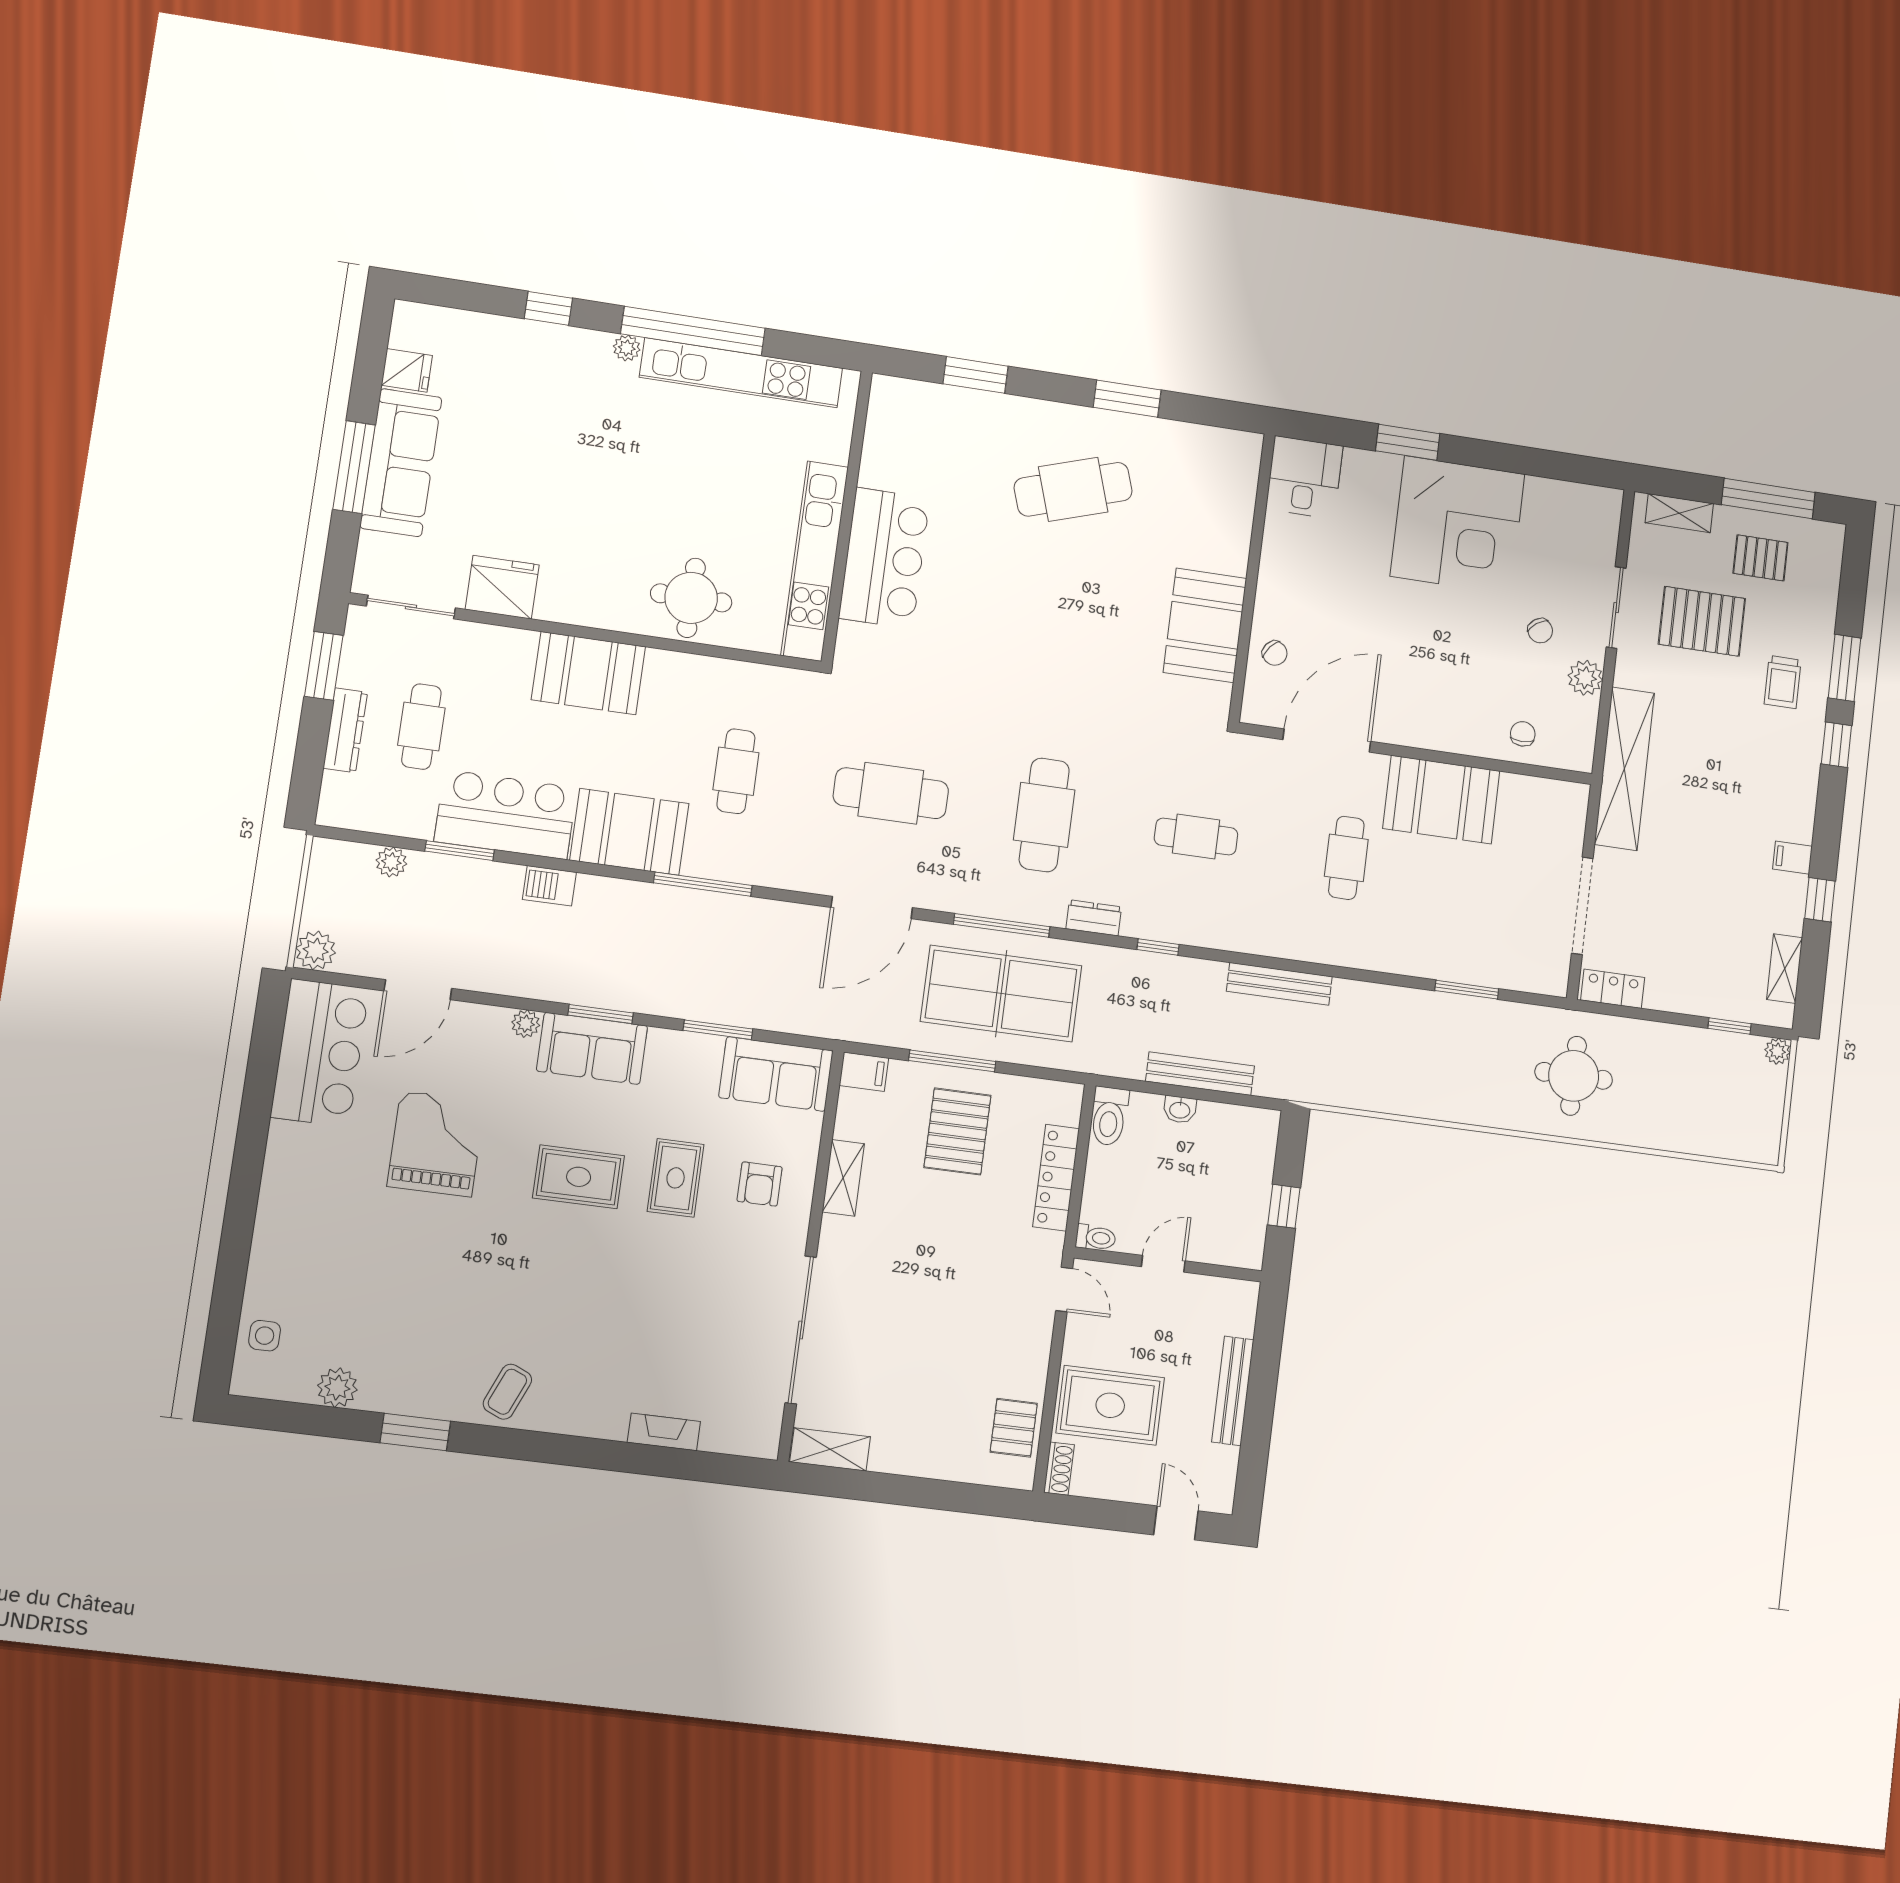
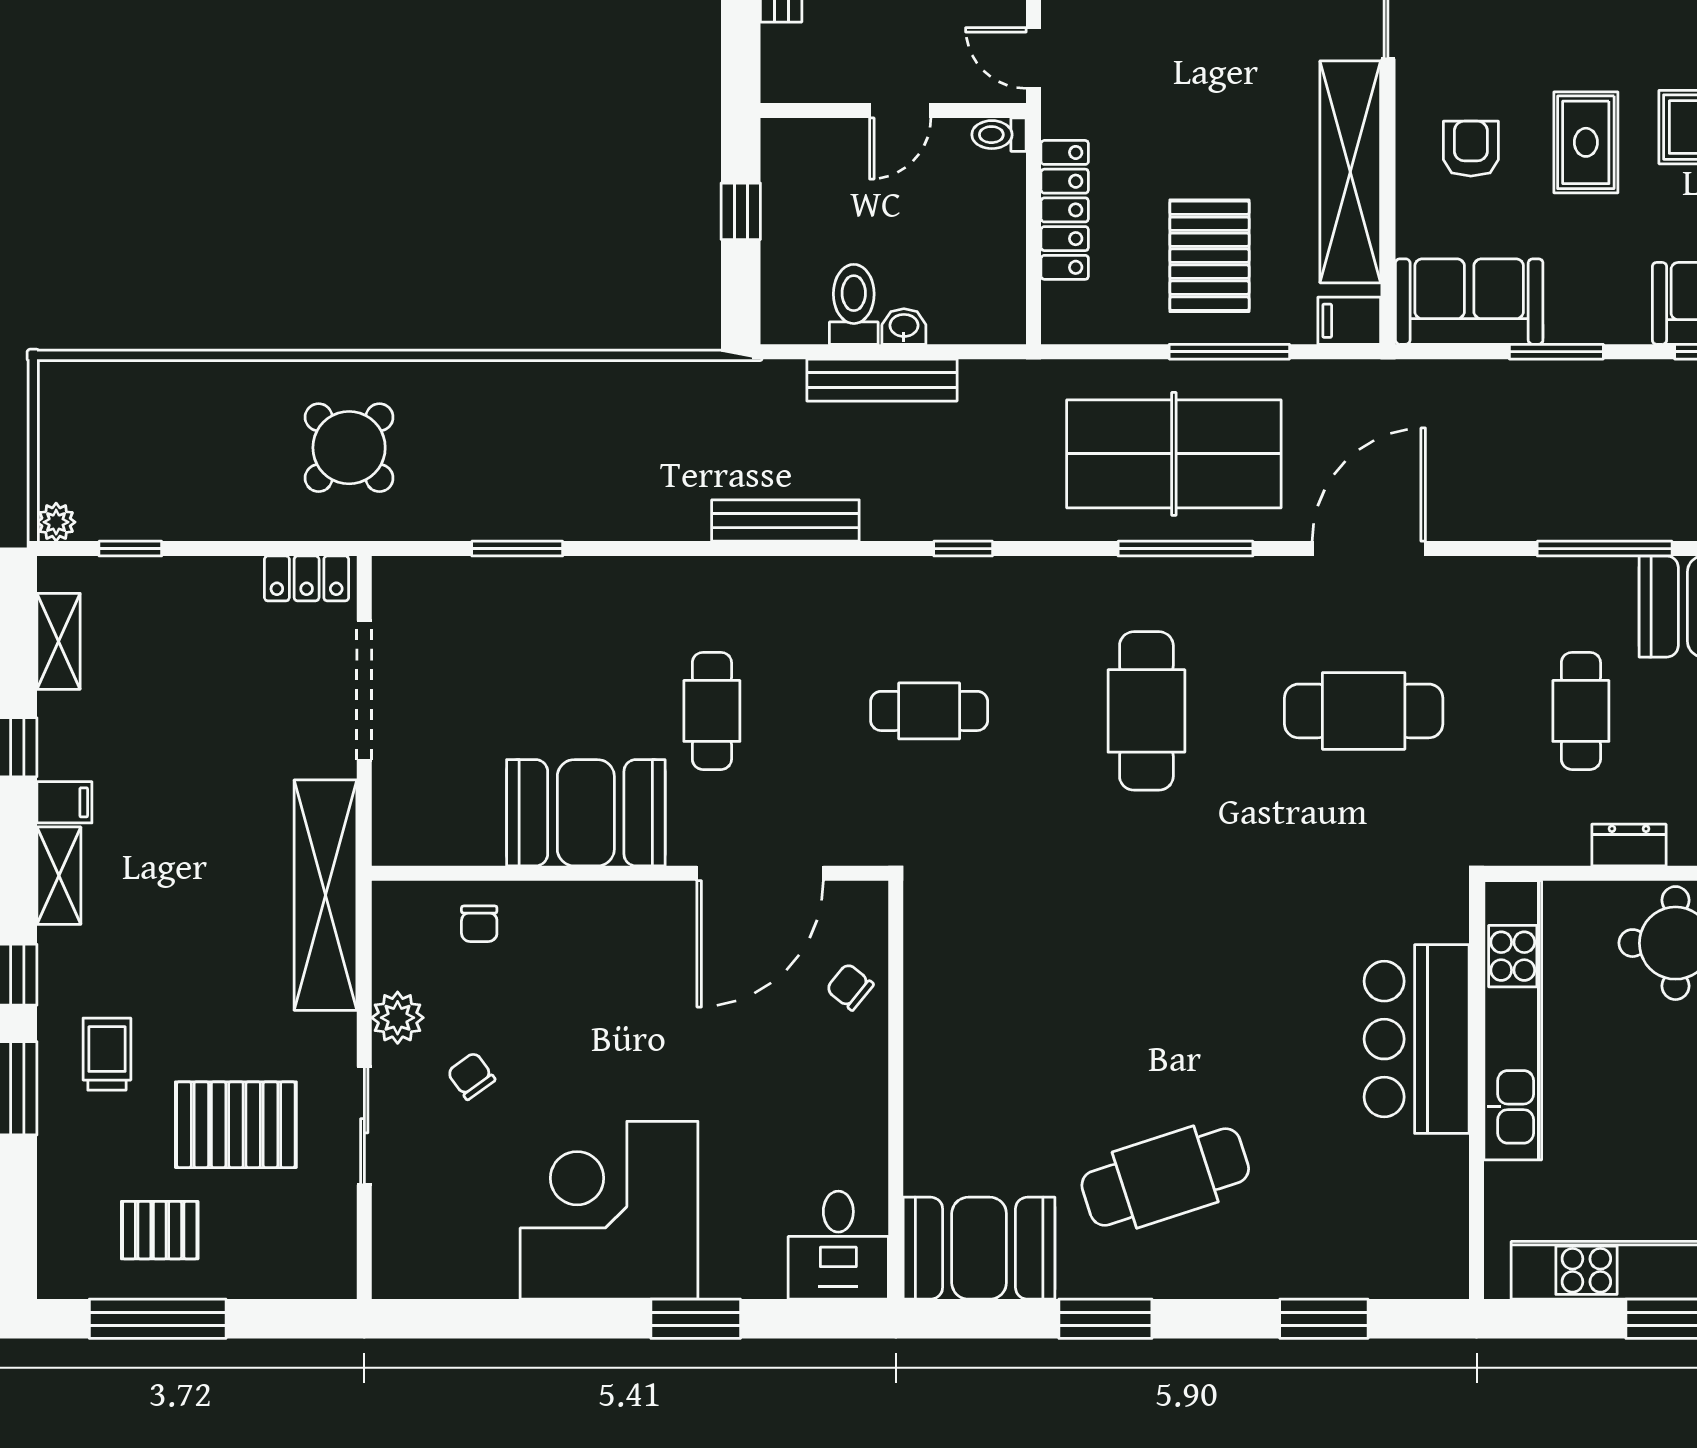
shelving: (1679, 513) -> (59, 876), moved, turned 90
booth: (1205, 625) -> (979, 1248), moved, turned 90
dresser: (1094, 918) -> (1629, 845), moved, turned 180
round table: (1574, 1076) -> (349, 448), turned 45
toilet: (1109, 1116) -> (854, 304), moved
shelving: (843, 1178) -> (1350, 172), width x2.20, depth x1.33

